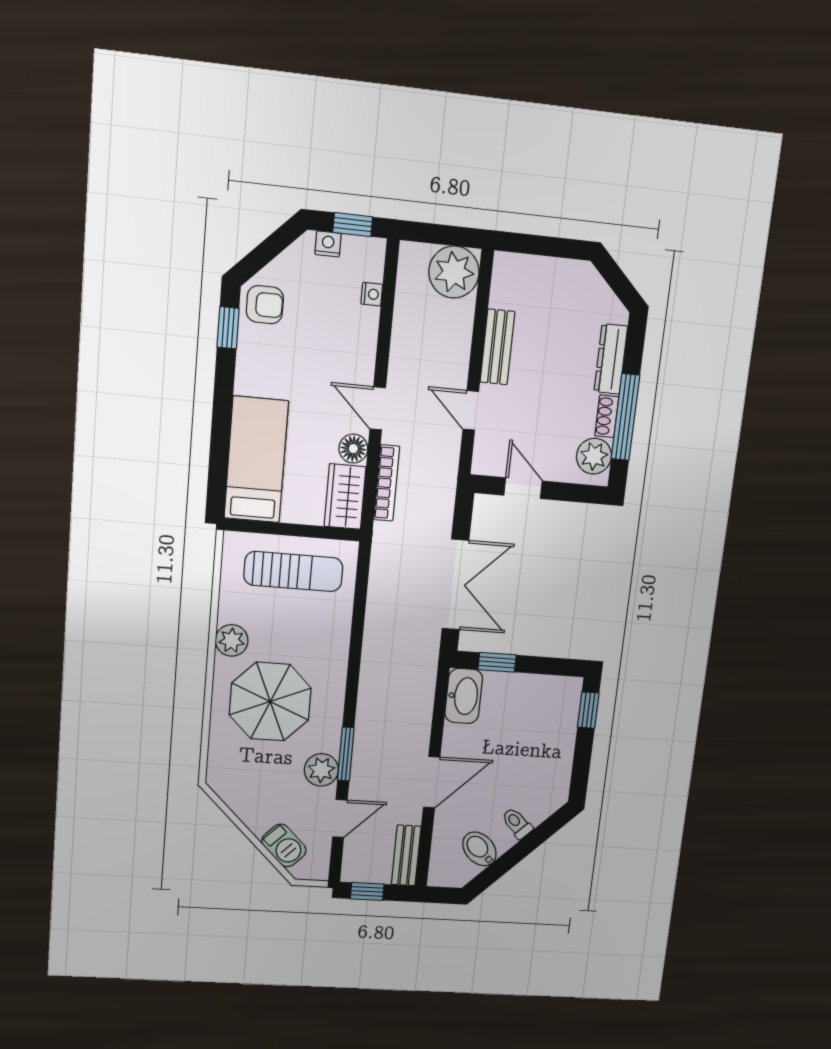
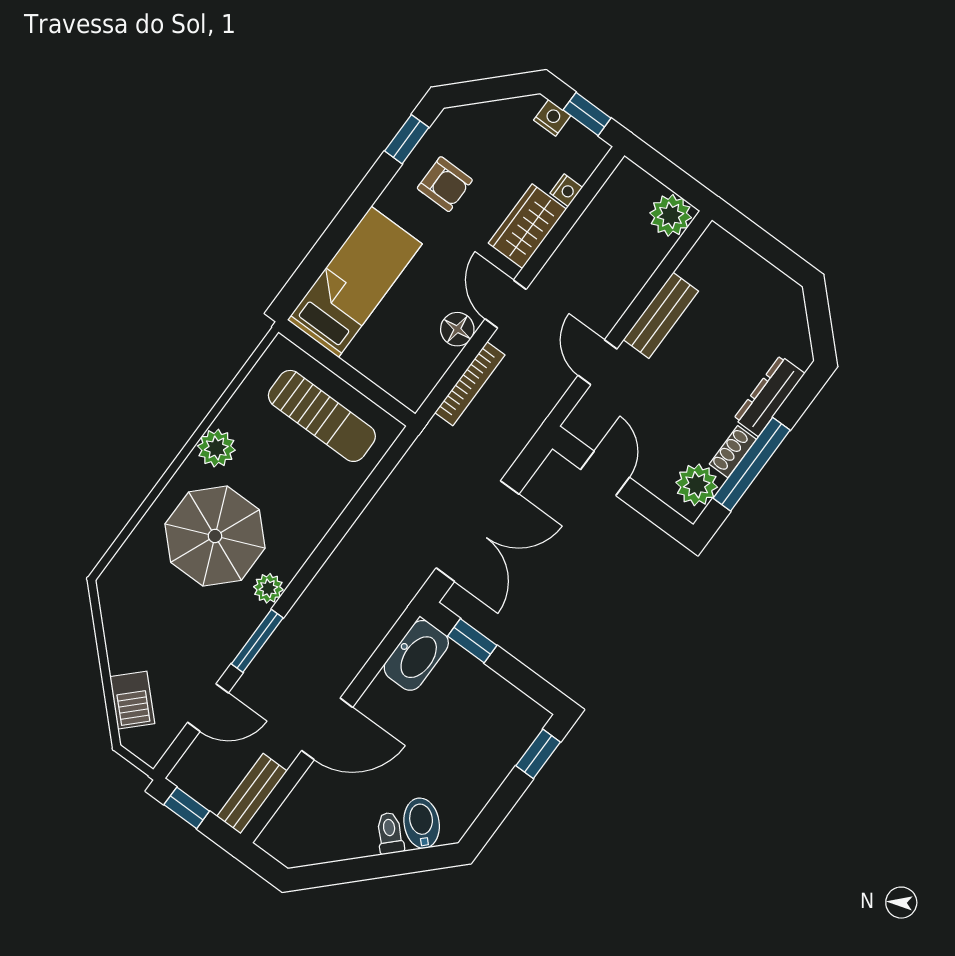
plant: (454, 272) -> (671, 215), width x0.73, depth x0.73
armchair: (265, 305) -> (445, 184), moved
wardrobe: (345, 497) -> (527, 226), moved
plant: (321, 770) -> (268, 588), moved, width x0.73, depth x0.73
bidet: (479, 849) -> (422, 823), moved

